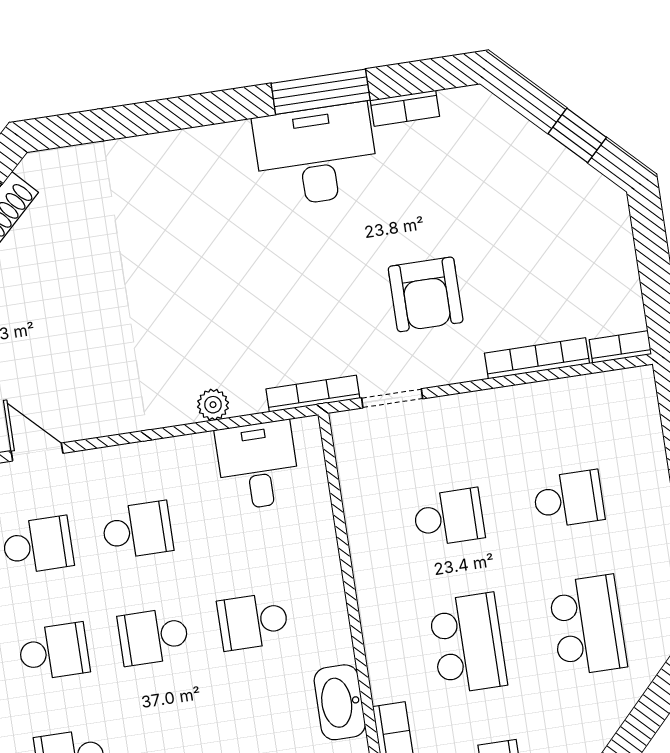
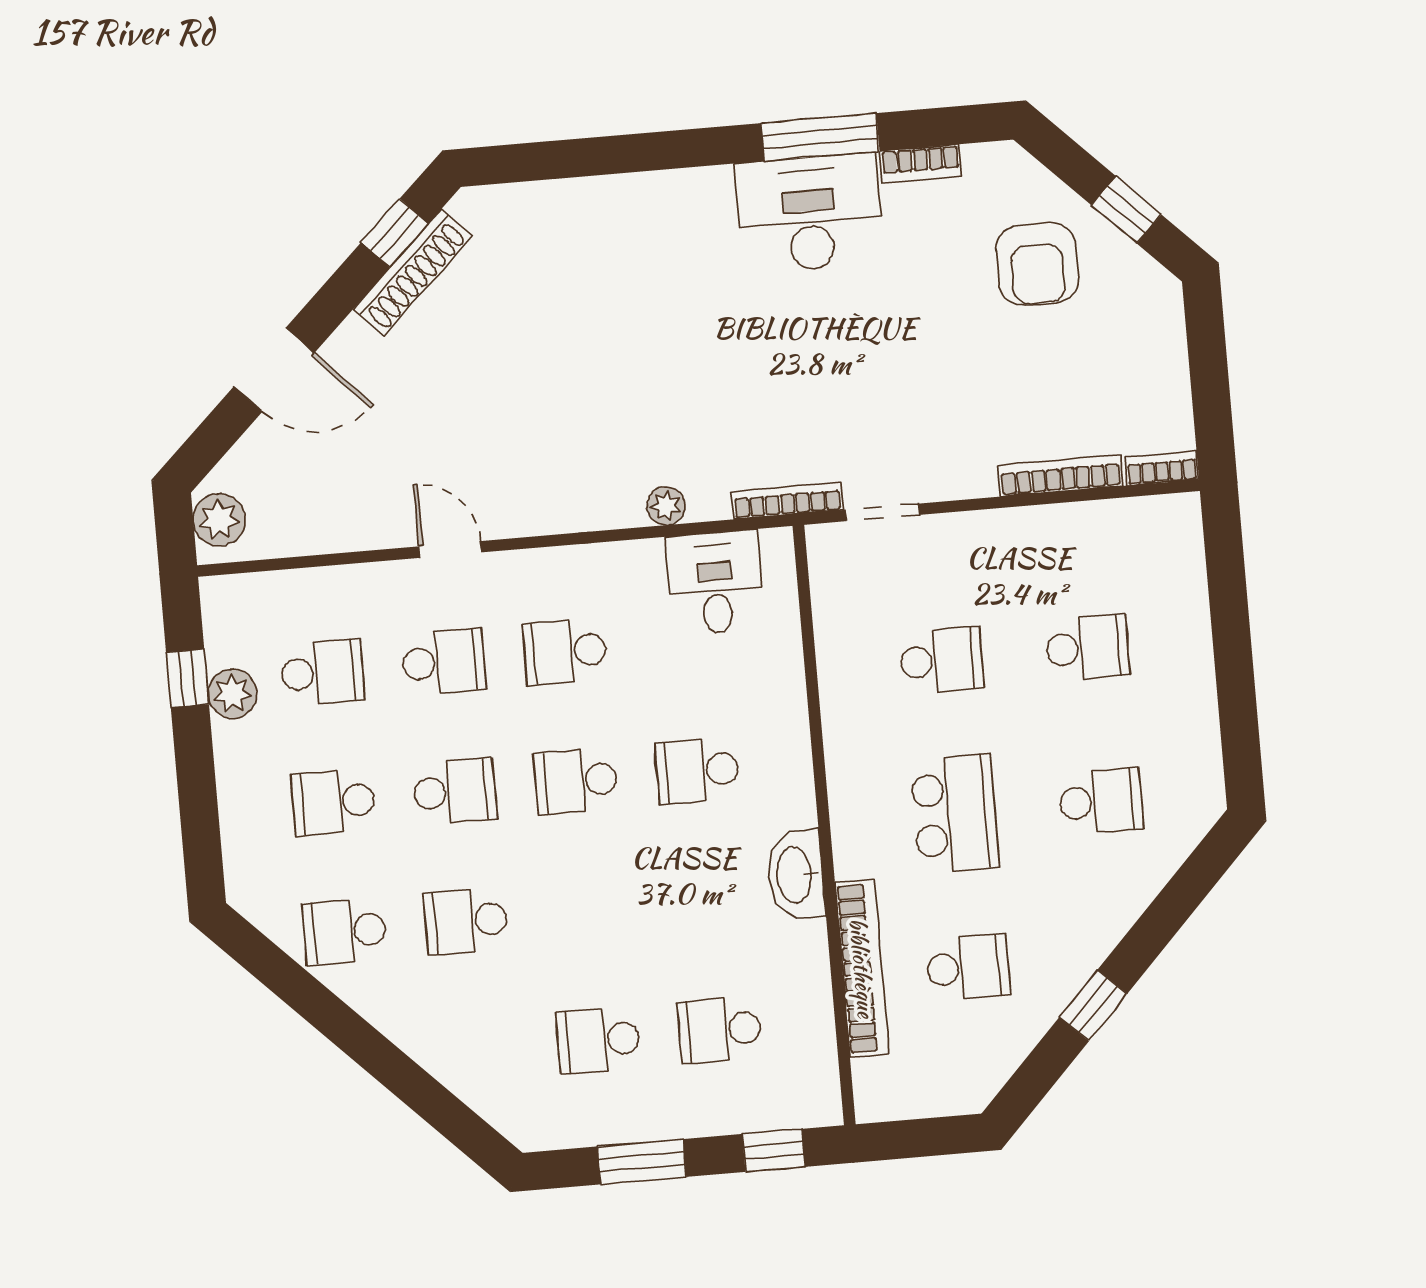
armchair: (426, 294) -> (1037, 264), moved
school desk: (137, 530) -> (565, 651), turned 180
school desk: (588, 625) -> (1101, 801), width x0.54

